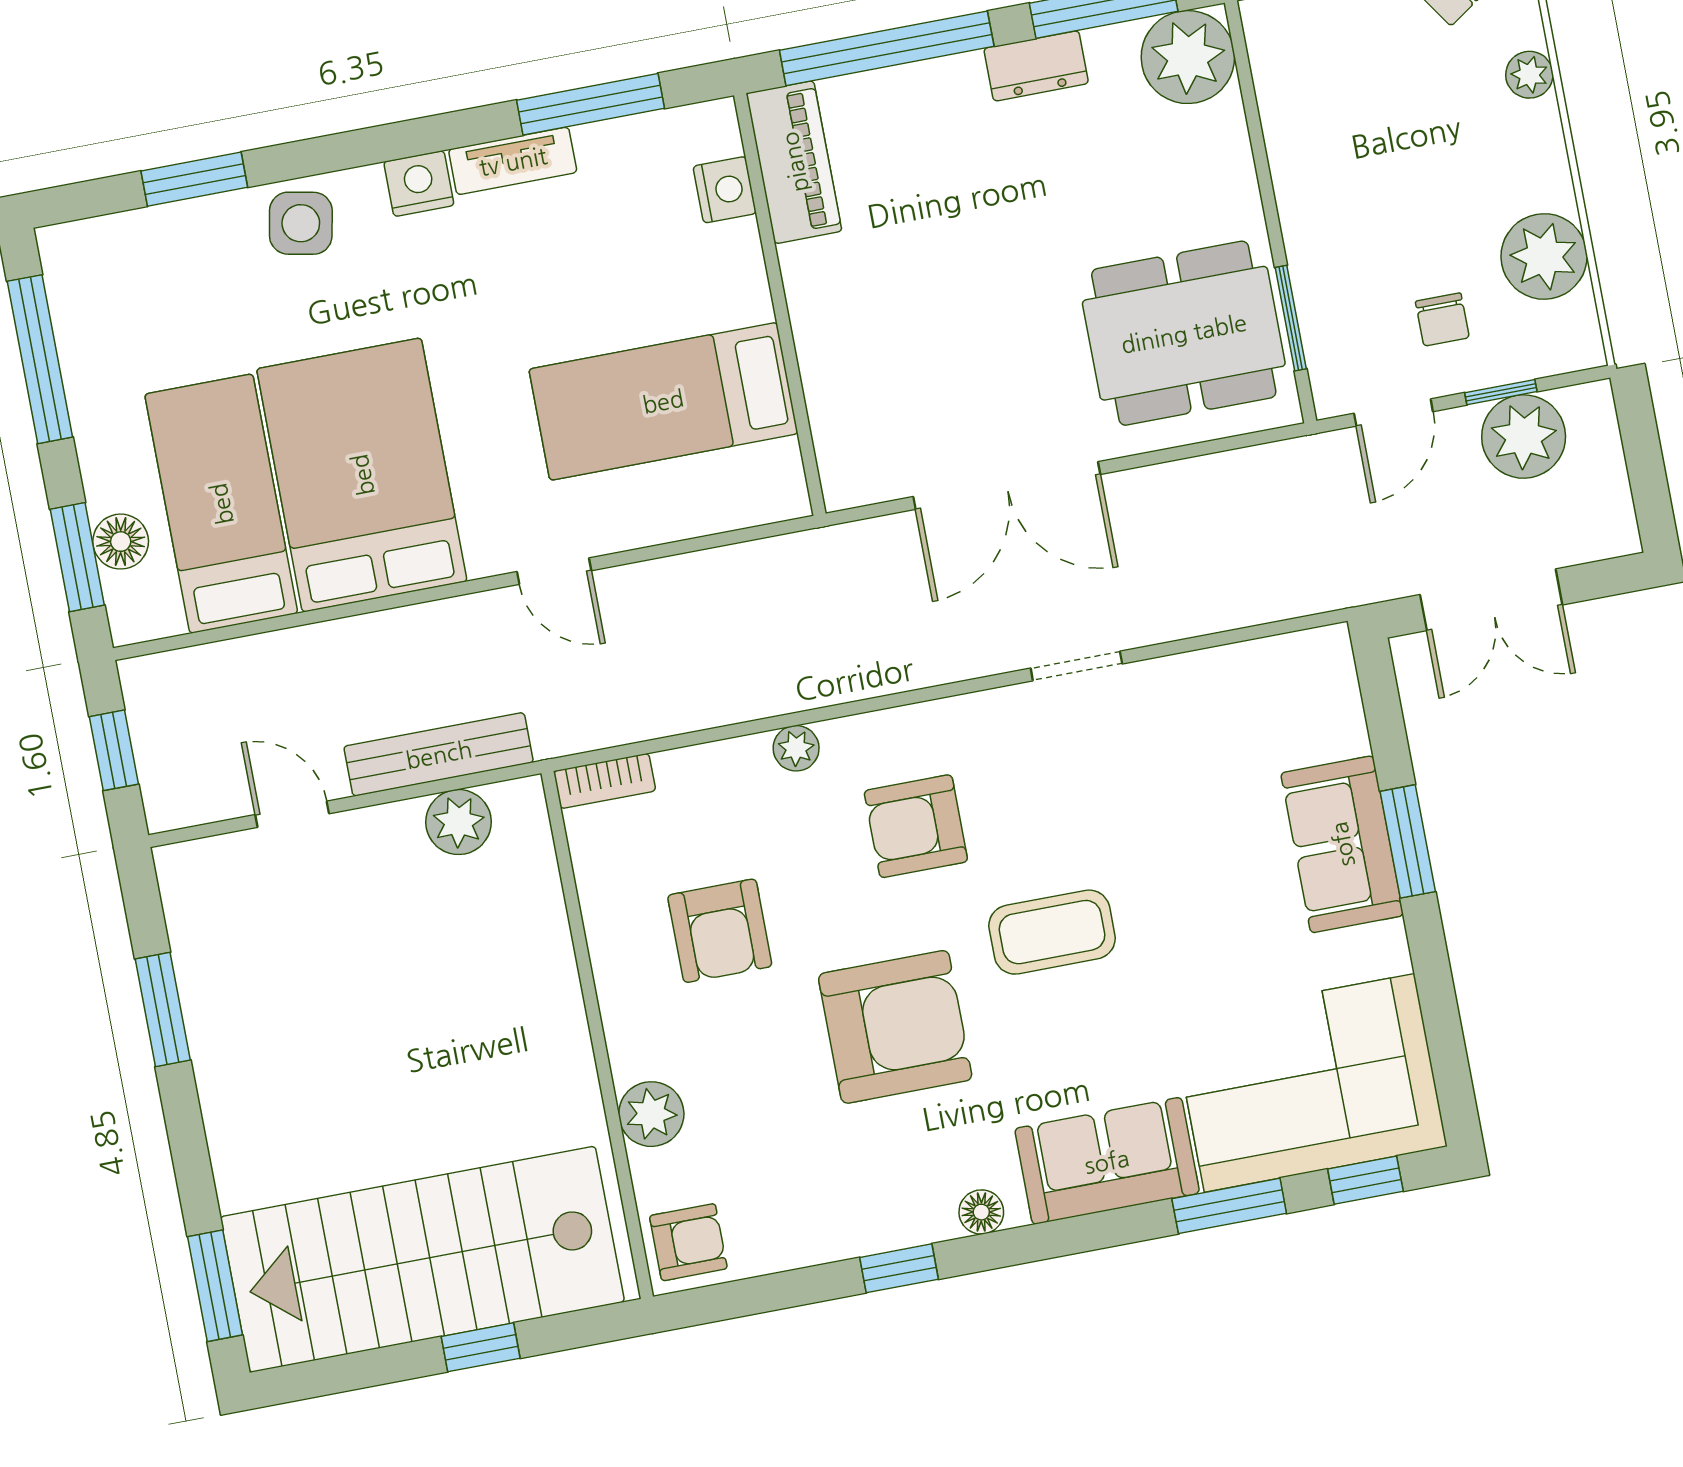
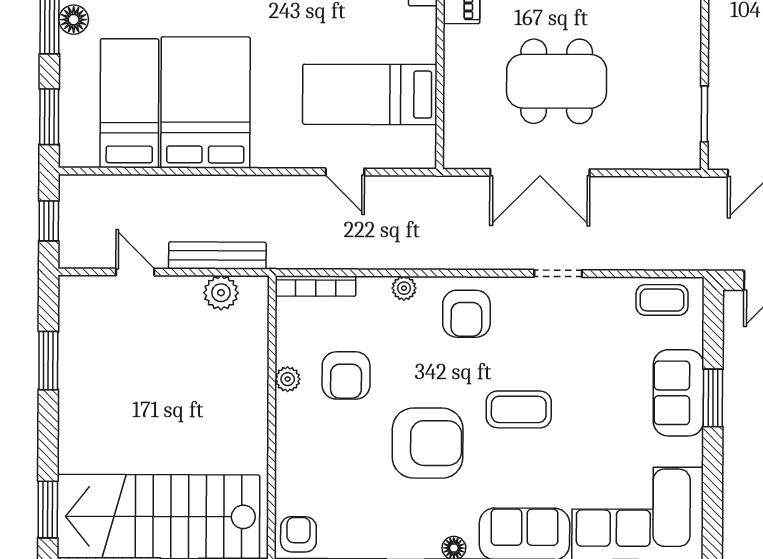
dining table: (1184, 333) -> (557, 81), moved
floor lamp: (121, 542) -> (74, 20), moved
door: (554, 571) -> (345, 172), moved
coffee table: (1278, 678) -> (662, 300), added
bookcase: (605, 781) -> (316, 286), width x1.56
armchair: (916, 826) -> (466, 314), moved, turned -90
plant: (651, 1114) -> (288, 379), moved, width x0.73, depth x0.73
armchair: (688, 1242) -> (298, 534), turned -90

